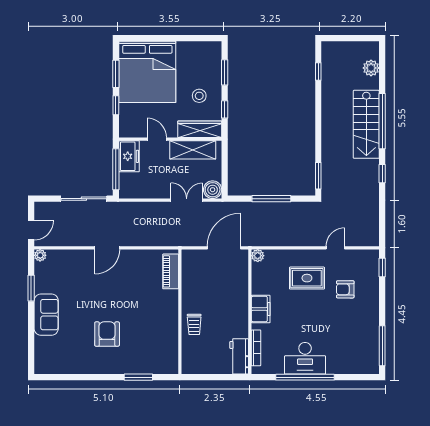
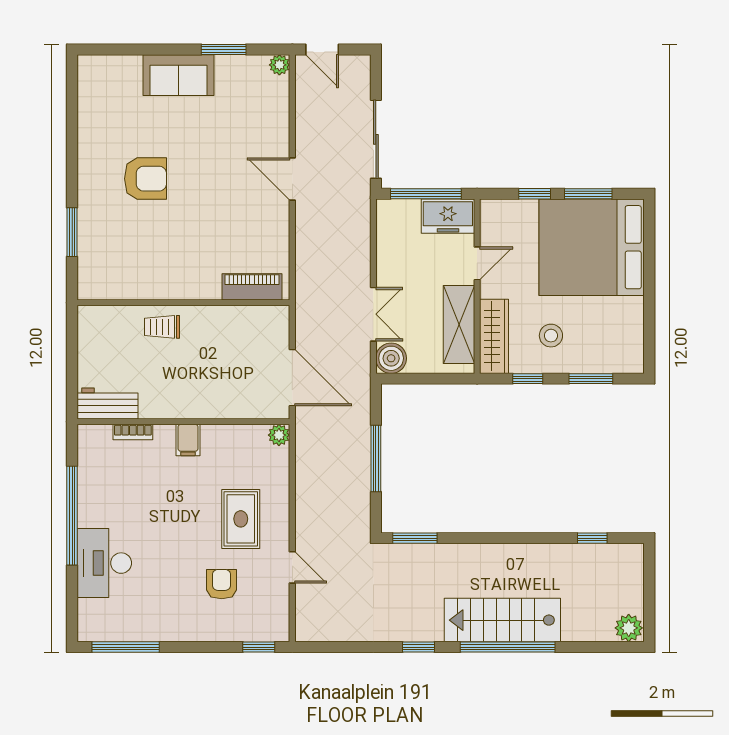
plant: (371, 68) -> (629, 628), moved
filing cabinet: (261, 309) -> (188, 440), width x0.50
bookcase: (256, 348) -> (133, 432), width x0.64
desk: (305, 358) -> (104, 563), moved

